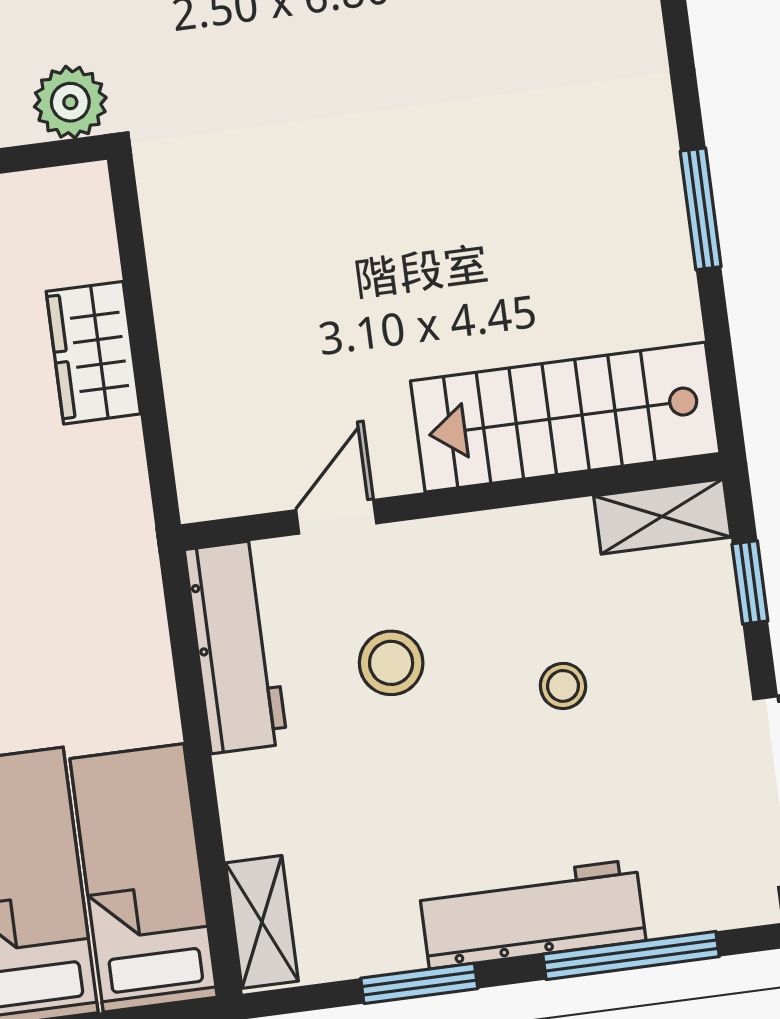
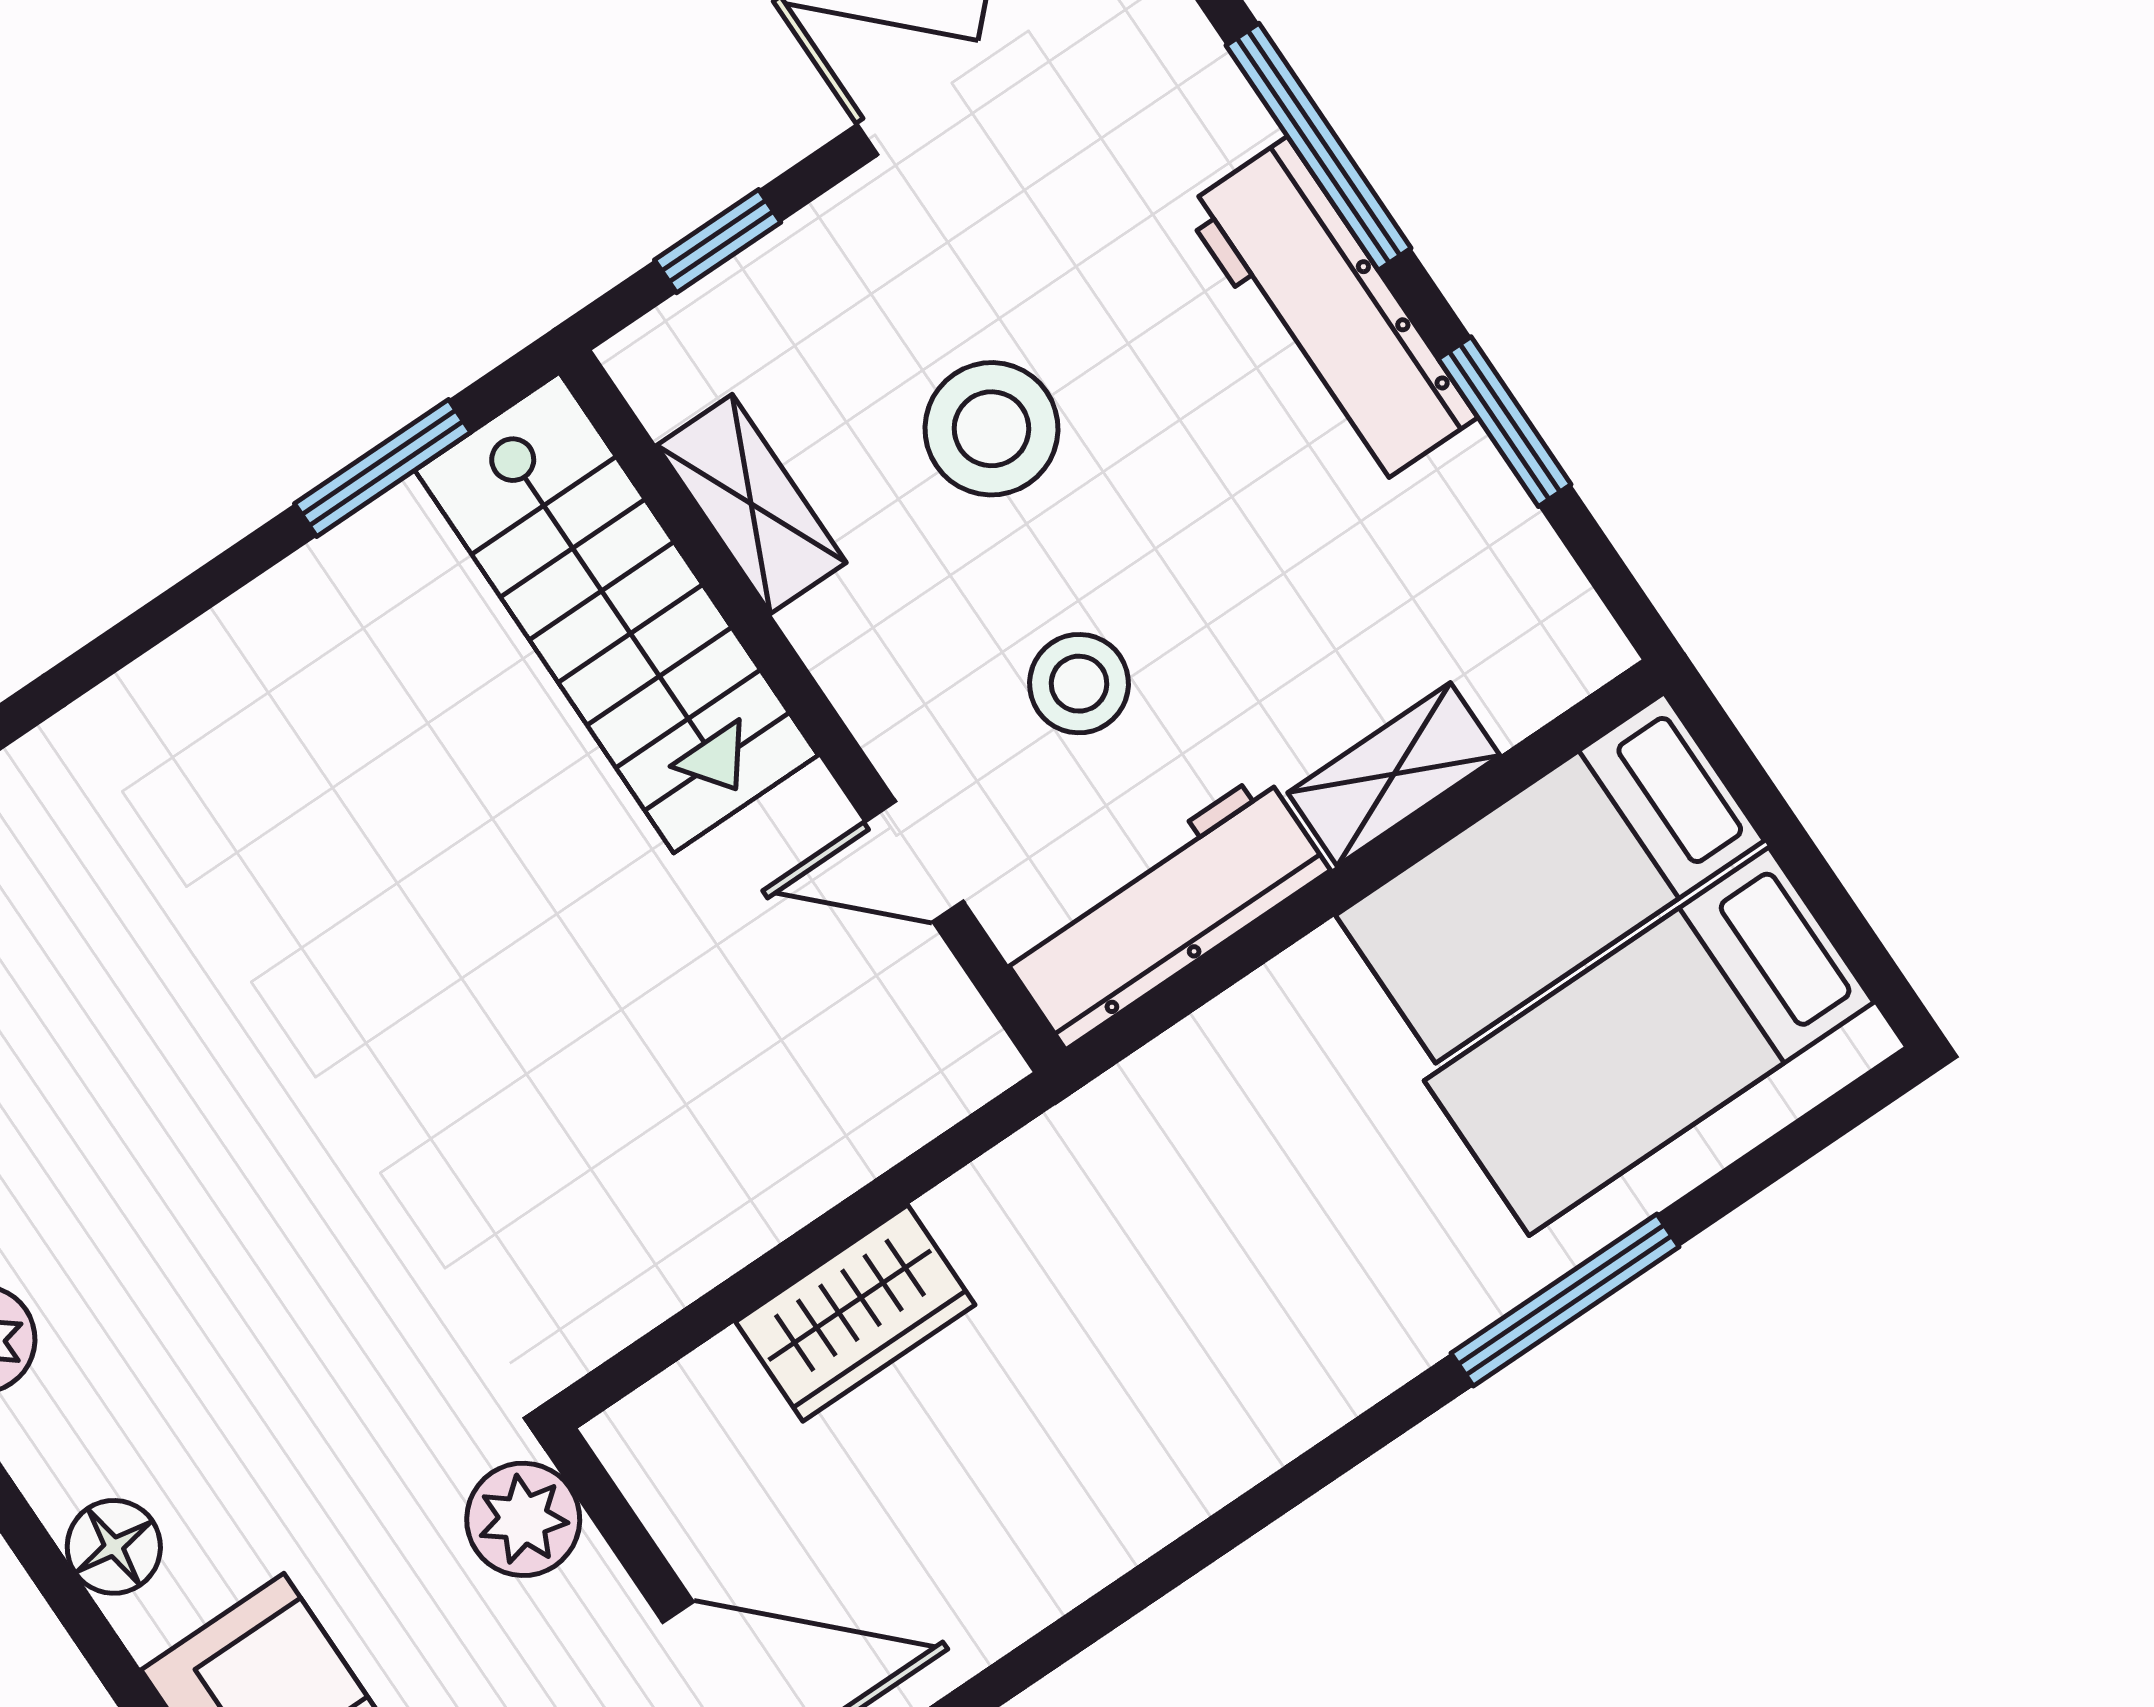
window: (701, 209) -> (383, 468), moved
shelving: (662, 516) -> (751, 504), moved
stool: (563, 686) -> (991, 429), width x1.89, depth x1.89
shelving: (262, 922) -> (1394, 774), moved

